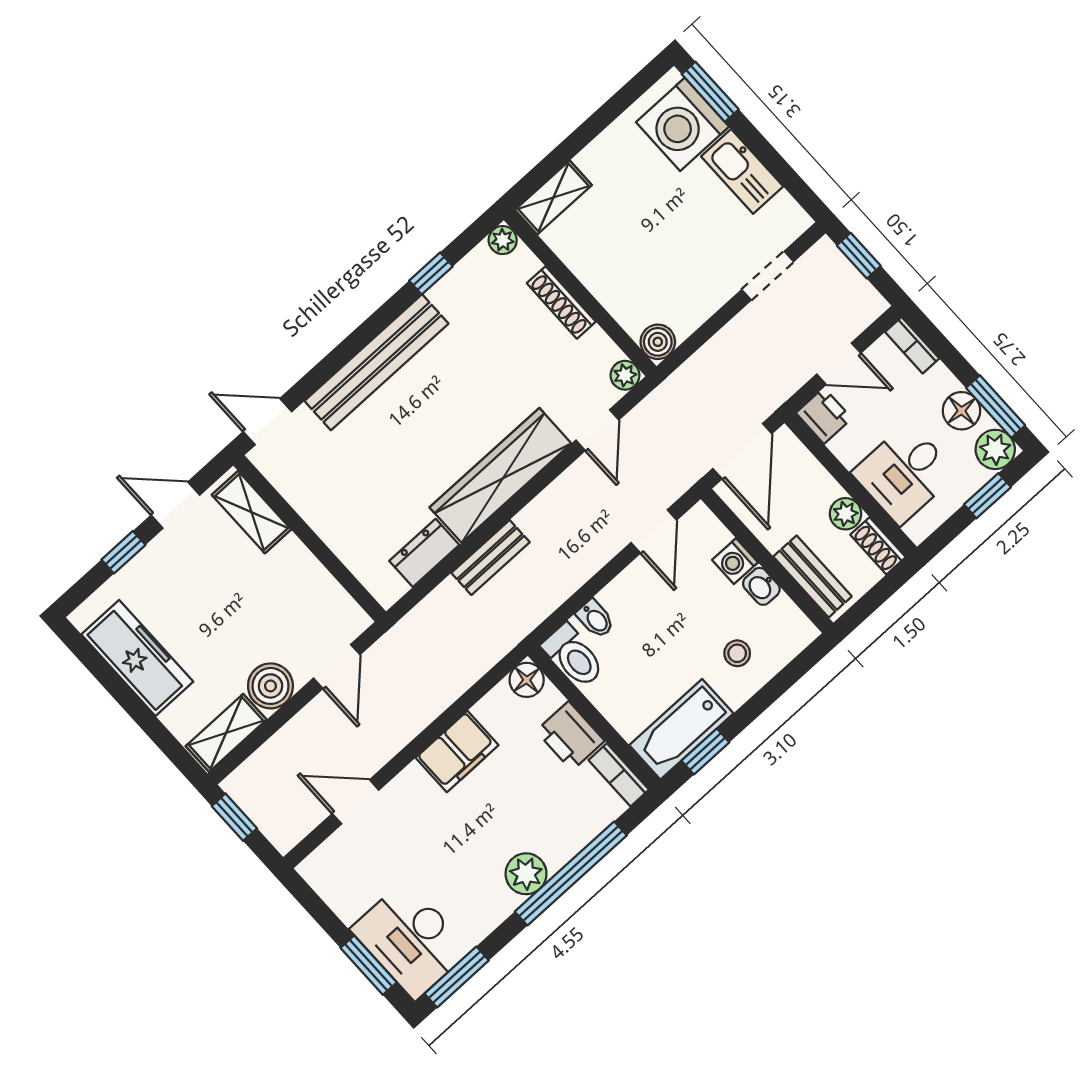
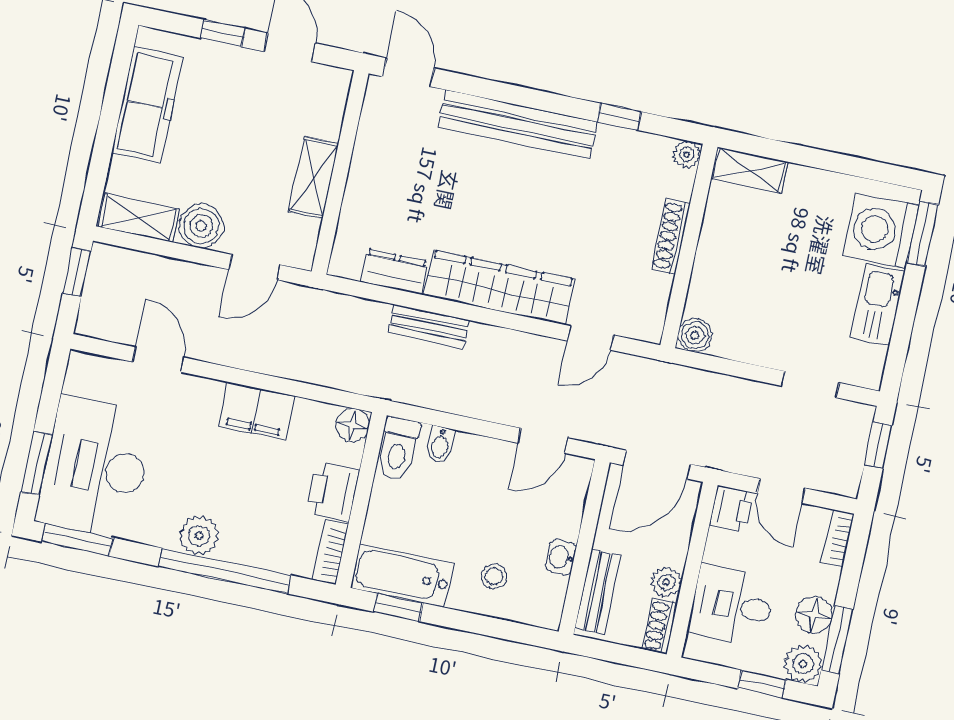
plant: (625, 375) -> (650, 328), removed
shelving: (251, 512) -> (314, 178), moved
washing machine: (735, 561) -> (566, 522), removed
desk: (410, 940) -> (95, 467), width x1.36, depth x1.30

